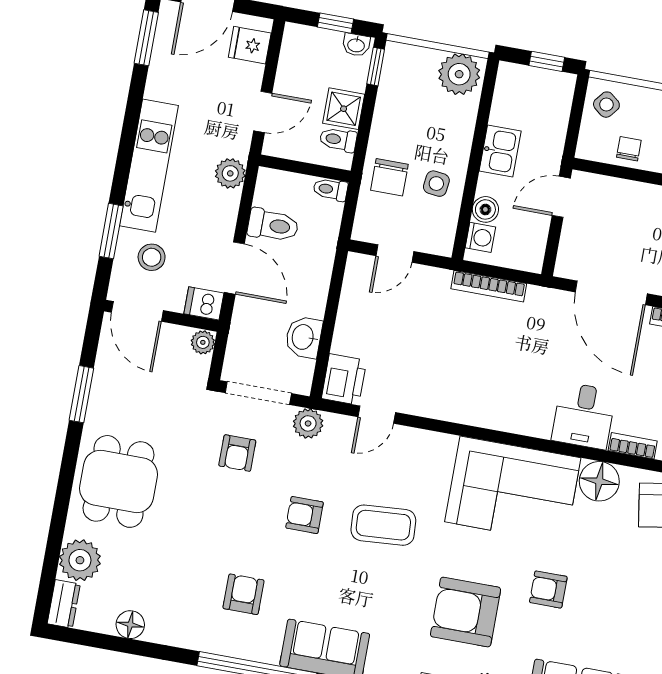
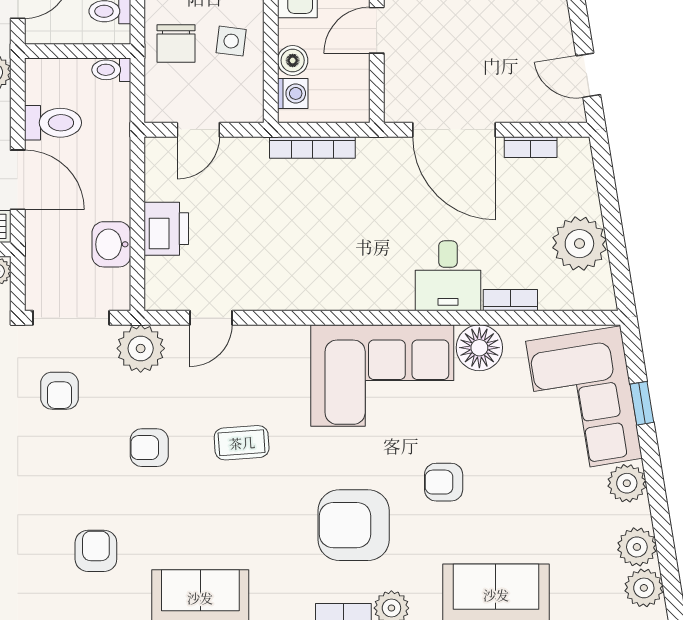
printer: (344, 379) -> (166, 229), moved
plant: (308, 423) -> (141, 348), width x1.36, depth x1.36
coffee table: (383, 525) -> (242, 443), width x0.73, depth x0.77

